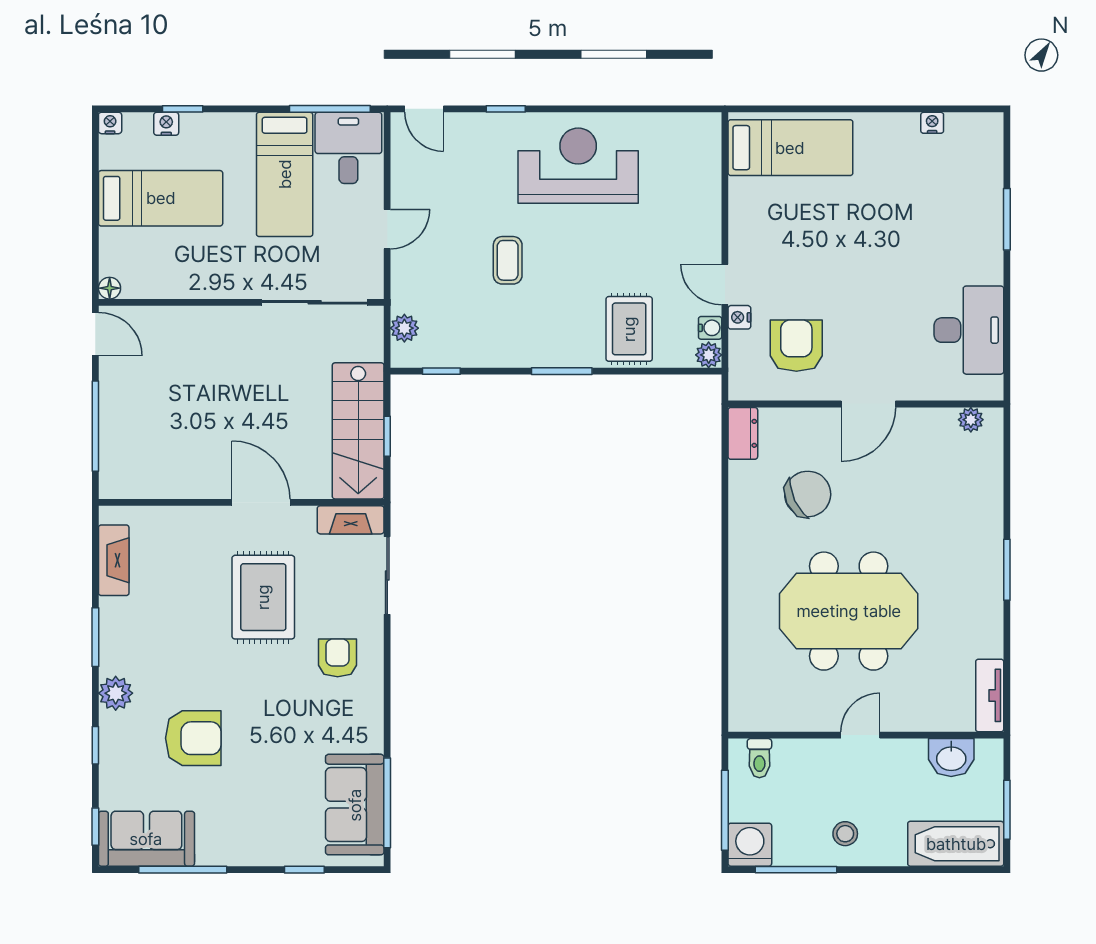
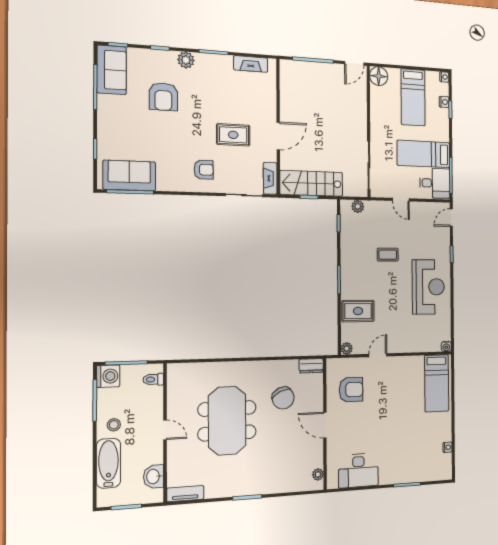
floor lamp: (110, 288) -> (379, 76), width x1.89, depth x1.89
nightstand: (739, 317) -> (363, 362), removed
water cooler: (710, 328) -> (446, 346), moved
rug: (263, 597) -> (233, 135), width x0.73, depth x0.70
bathtub: (956, 844) -> (108, 463), moved

